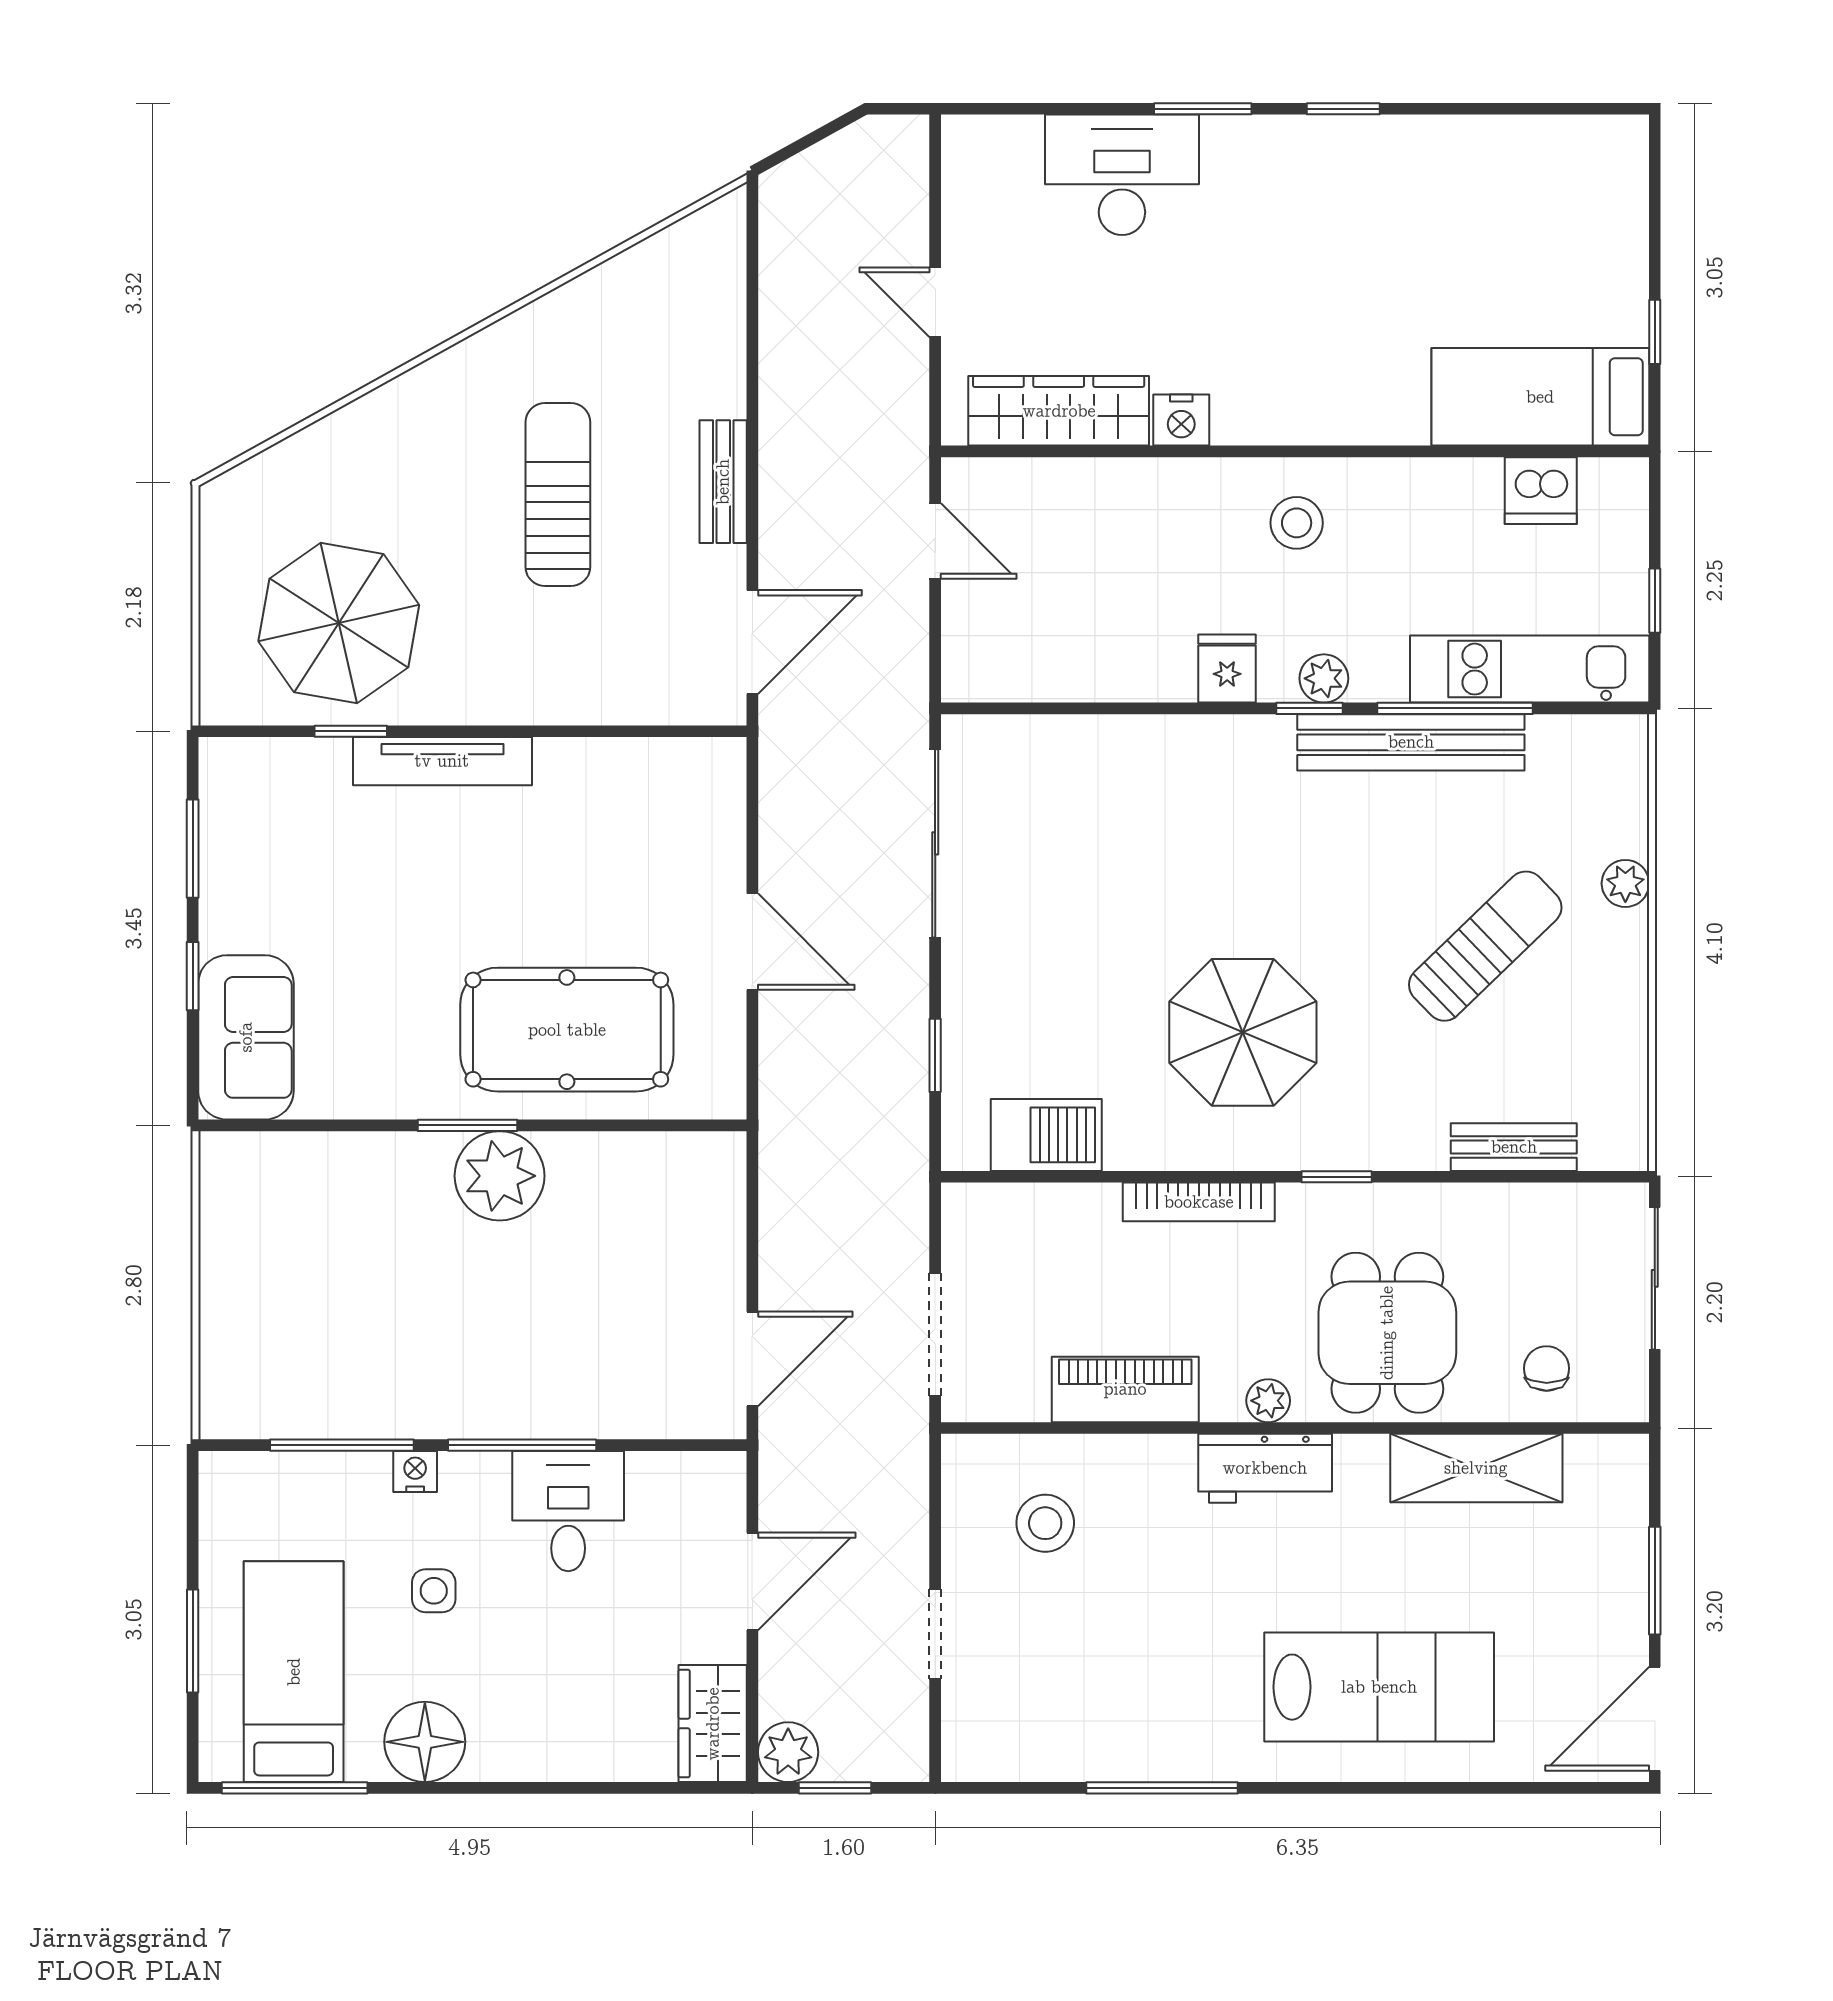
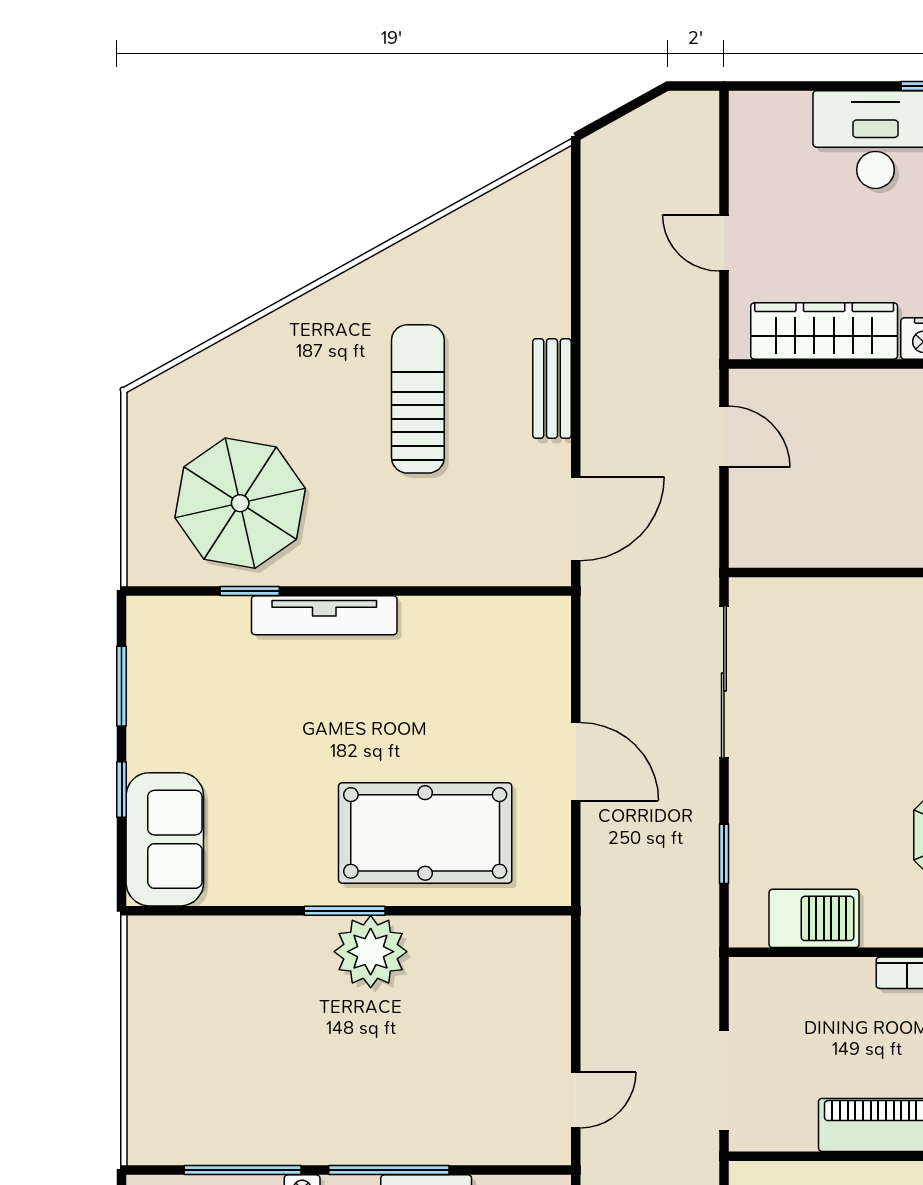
door: (752, 1359) -> (576, 1100), width x0.73

